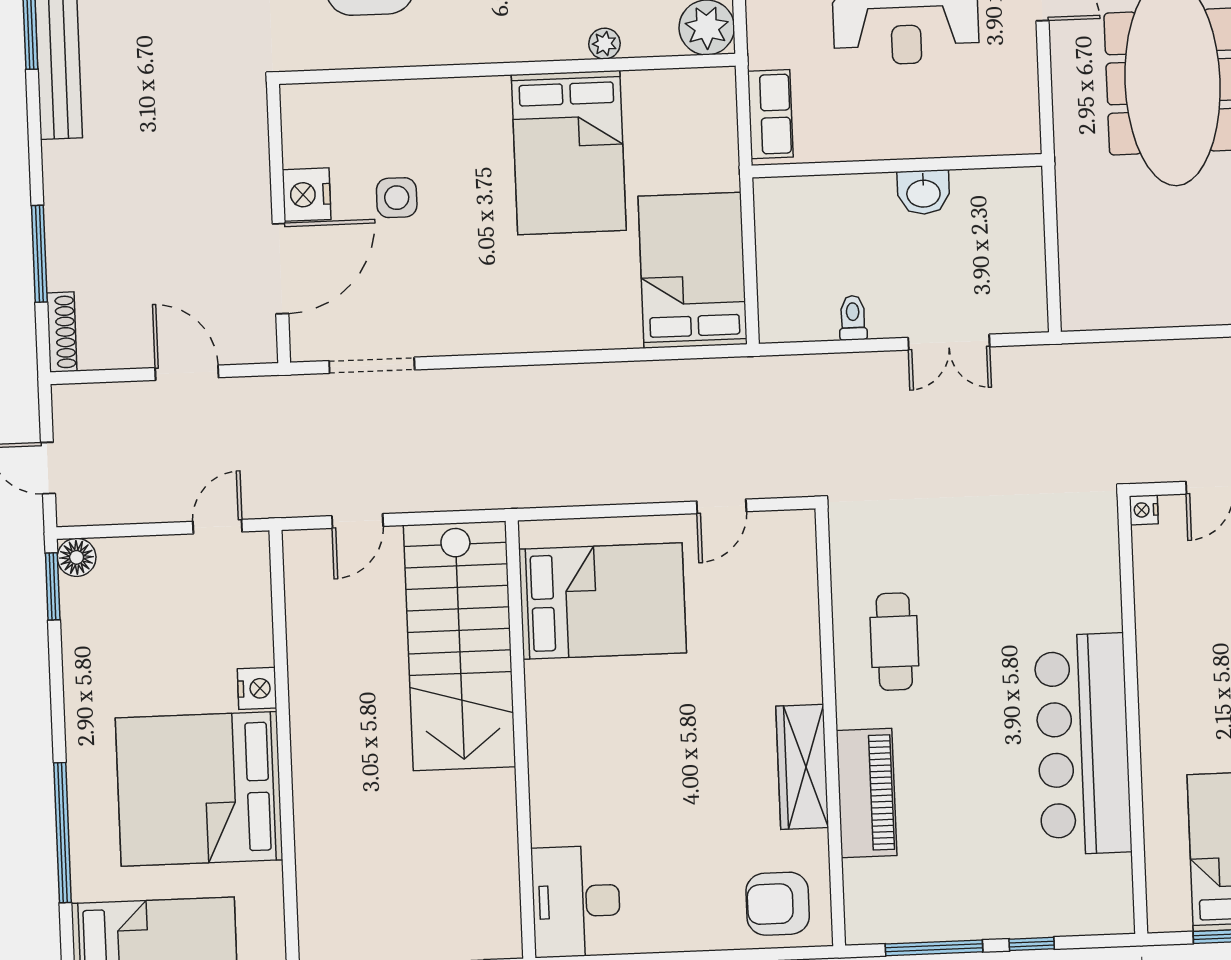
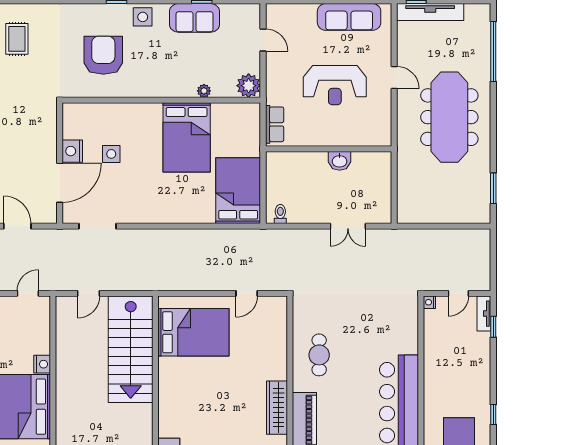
toilet: (853, 318) -> (280, 214), moved

